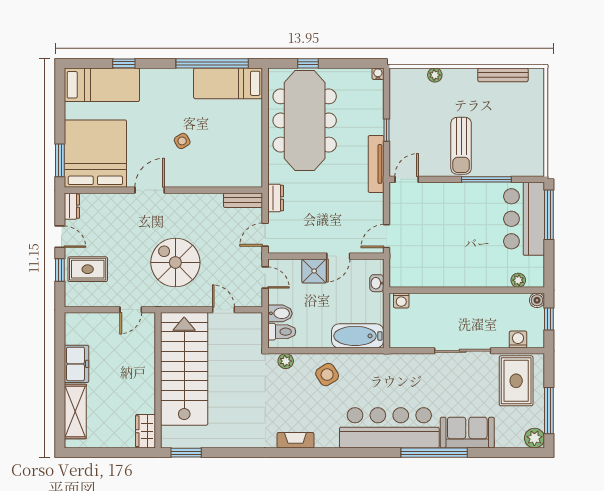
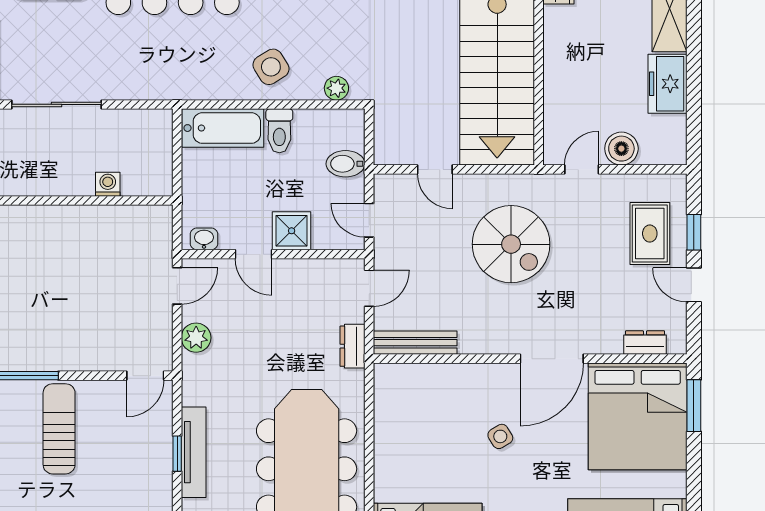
tv unit: (376, 164) -> (194, 452), moved
door: (150, 190) -> (552, 359), width x1.36
bench: (243, 200) -> (415, 343), width x1.36
plant: (374, 203) -> (196, 338), added
dresser: (72, 206) -> (645, 343), moved, turned 90
door: (338, 256) -> (253, 254), swing flipped
rug: (88, 269) -> (650, 234), turned 90
washbasin: (377, 283) -> (204, 239), moved, turned -90
washing machine: (401, 300) -> (108, 184), moved
boiler: (106, 323) -> (621, 149), added
toilet: (282, 332) -> (279, 131), moved, turned -90

